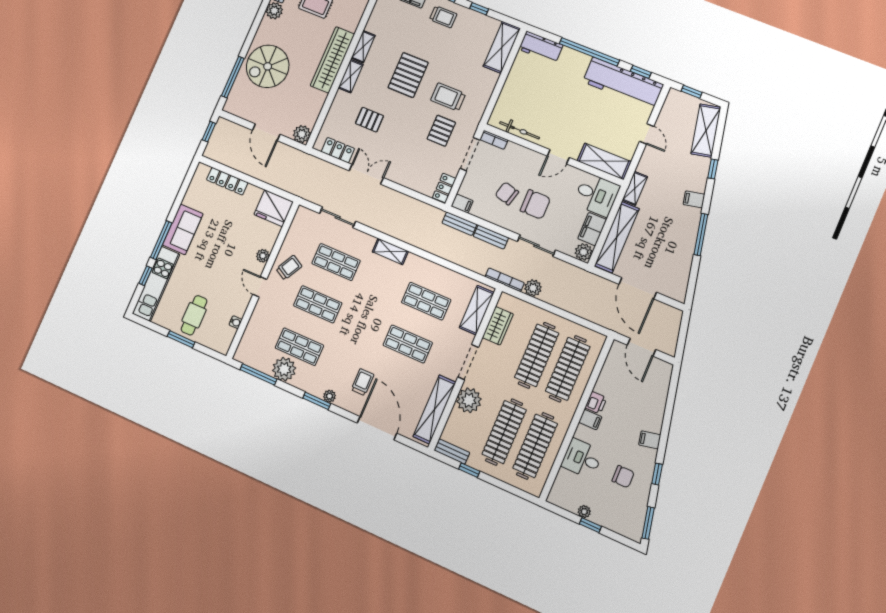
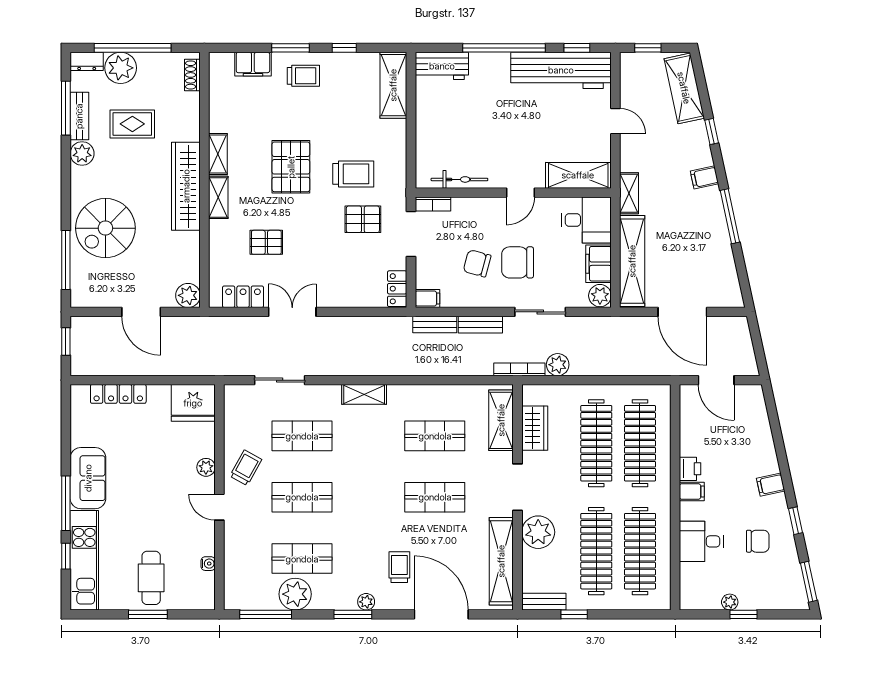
trolley: (448, 97) -> (353, 174), turned 180
pallet: (441, 131) -> (363, 219), turned 90
chair: (535, 204) -> (518, 262), turned 180

